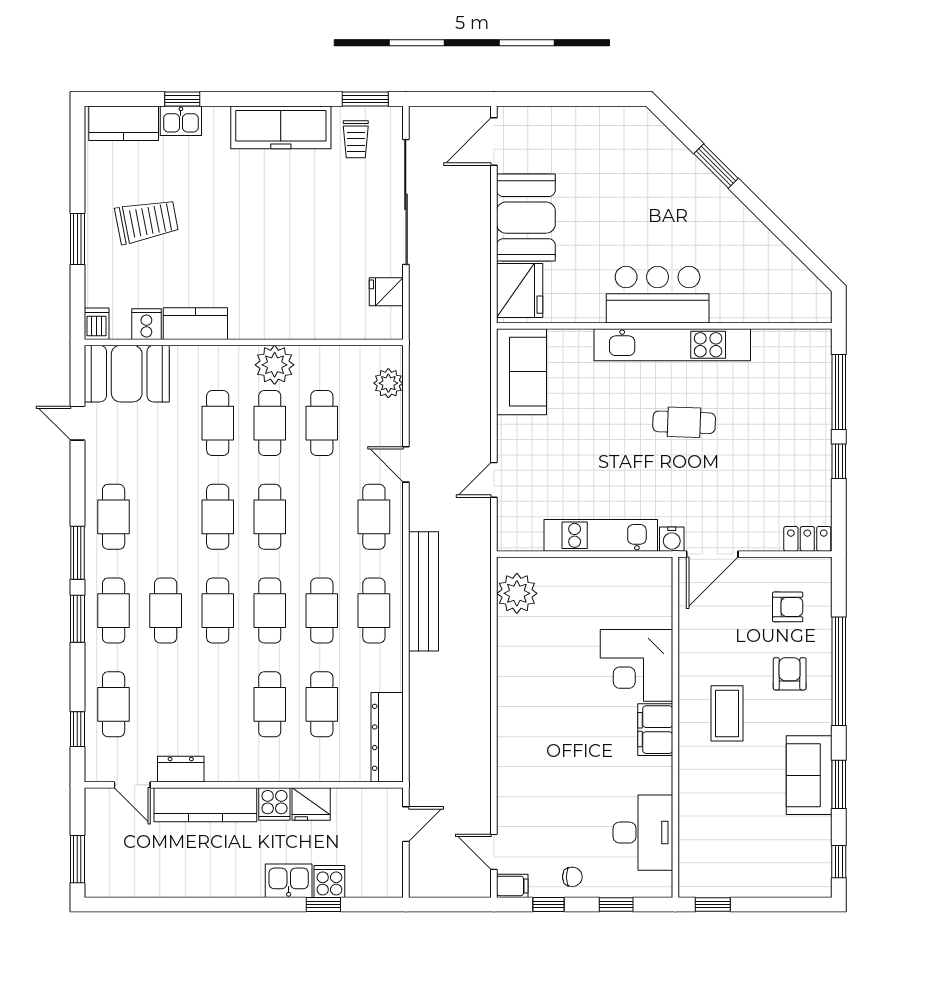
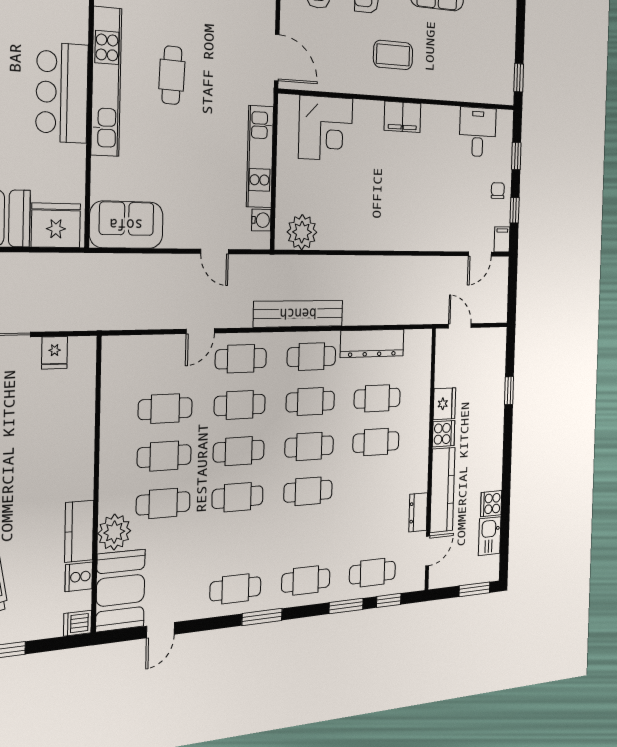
plant: (275, 365) -> (114, 532), moved
plant: (388, 383) -> (134, 349), removed
water cooler: (672, 539) -> (261, 220), moved
cafe table: (166, 611) -> (240, 405), moved
window: (77, 619) -> (346, 606), moved
corner desk: (636, 665) -> (326, 128), moved
dresser: (387, 737) -> (372, 343), moved
desk: (643, 833) -> (478, 132), width x0.73
kitchen sink: (289, 881) -> (490, 536), moved
cooker: (329, 882) -> (491, 504), moved

